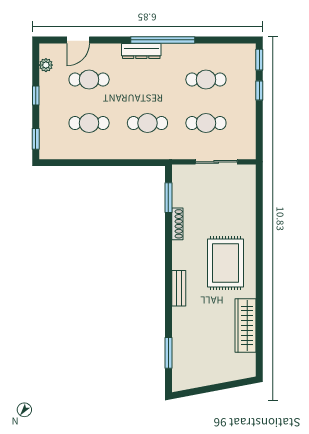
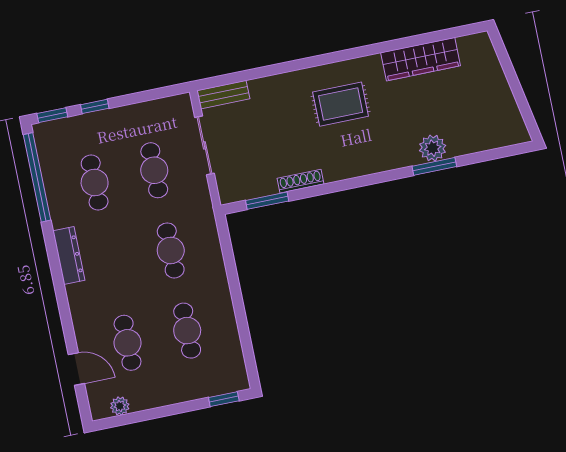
window: (163, 40) -> (37, 177), moved
dresser: (141, 51) -> (69, 256), moved
window: (36, 96) -> (164, 411), removed
rug: (226, 263) -> (341, 104), width x0.73, depth x0.70
bench: (179, 288) -> (223, 95), moved
plant: (182, 321) -> (433, 148), added
window: (168, 353) -> (434, 166), moved

